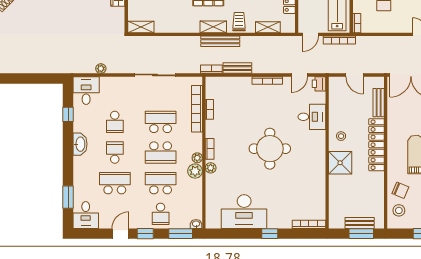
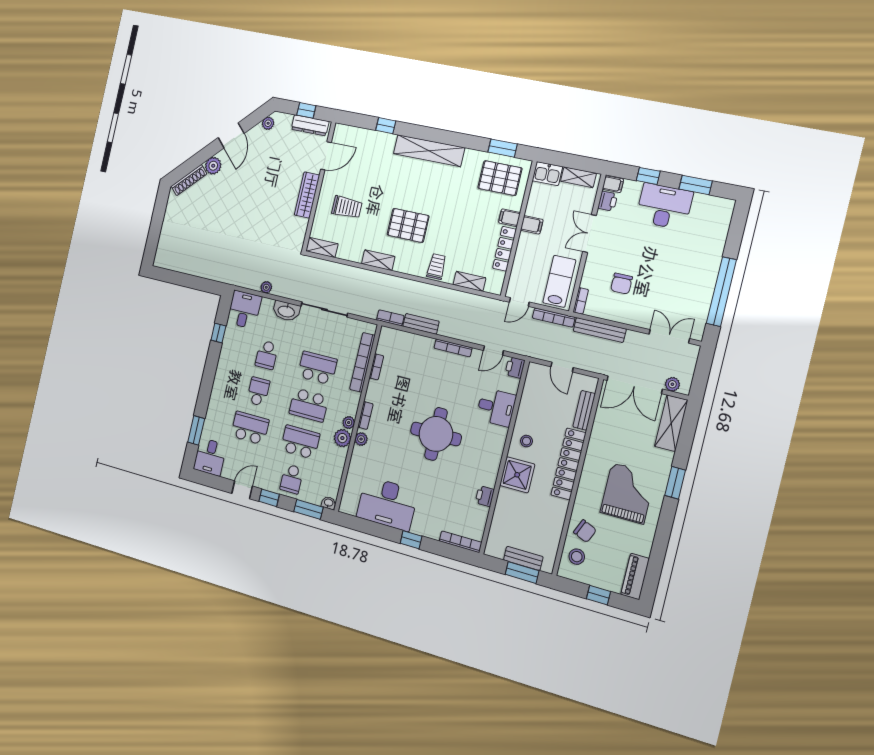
shelving: (213, 27) -> (378, 260), moved
bench: (220, 41) -> (600, 330), moved
washbasin: (80, 144) -> (286, 311), moved, turned 90
printer: (319, 185) -> (485, 496), added

